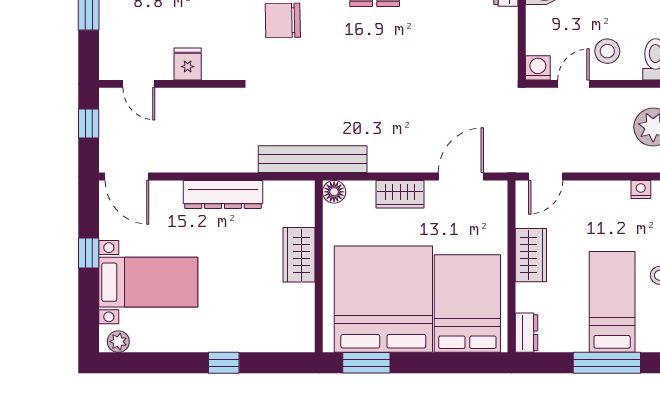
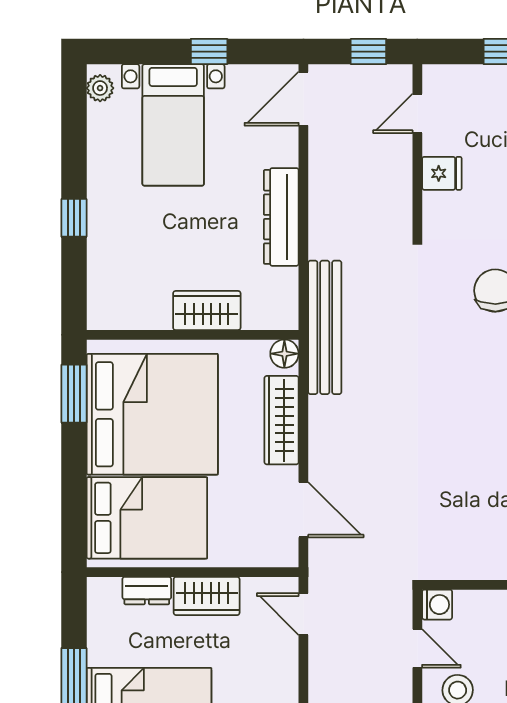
wardrobe: (400, 194) -> (282, 420), width x1.50
dresser: (526, 333) -> (147, 591), moved

